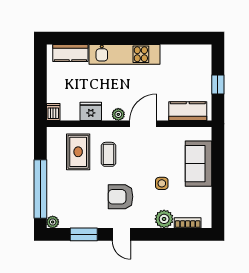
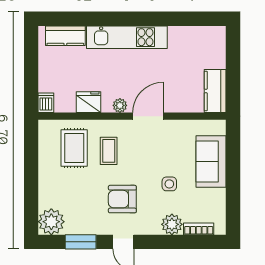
window: (218, 84) -> (233, 71), removed
kitchen counter: (188, 111) -> (215, 91), moved, turned -90
window: (40, 189) -> (31, 190), removed
plant: (53, 222) -> (51, 222), width x1.88, depth x1.88

